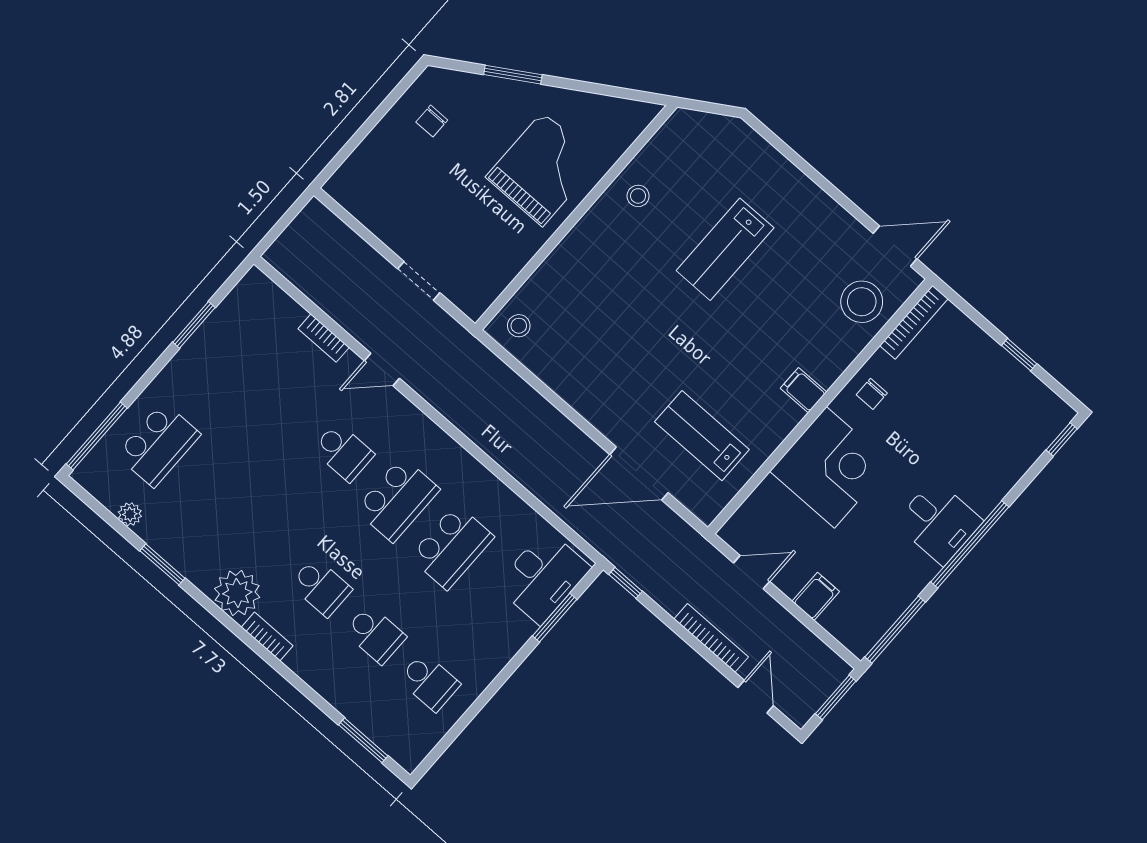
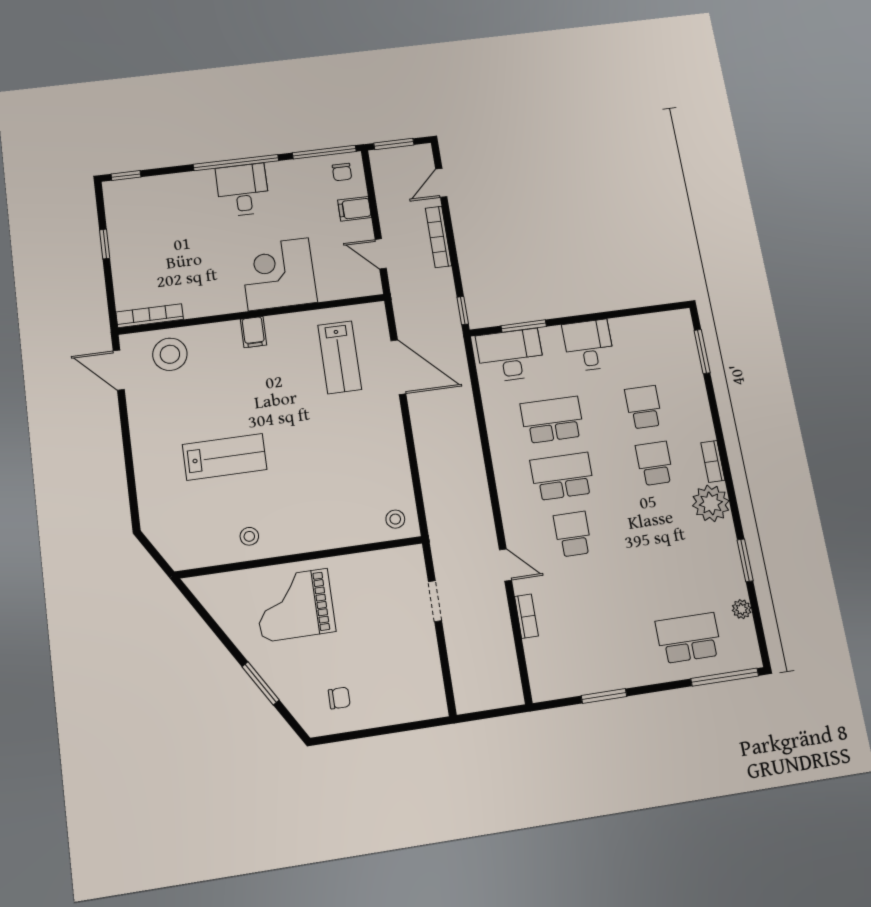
chair: (872, 394) -> (342, 172), moved, turned 90
desk: (477, 652) -> (589, 345), added
school desk: (429, 682) -> (633, 352), removed

